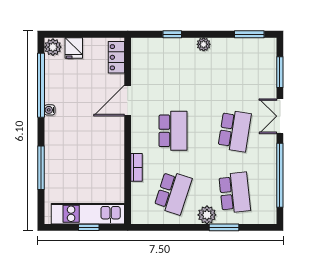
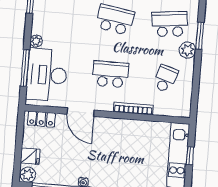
window: (172, 34) -> (25, 68), width x2.17
desk: (166, 59) -> (47, 75), added
bookcase: (137, 167) -> (133, 108), width x1.56
school desk: (173, 193) -> (165, 79), width x0.54

